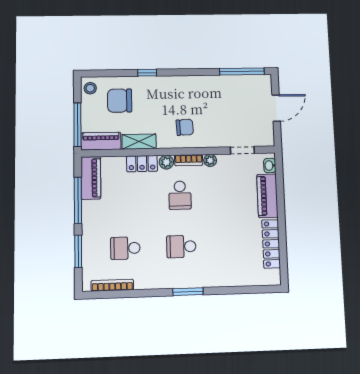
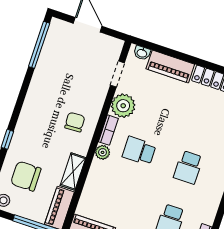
chair: (120, 101) -> (26, 176), turned 90
plant: (210, 160) -> (123, 106), width x1.88, depth x1.88
locker: (142, 164) -> (96, 176), removed
school desk: (180, 195) -> (139, 151), turned 180

